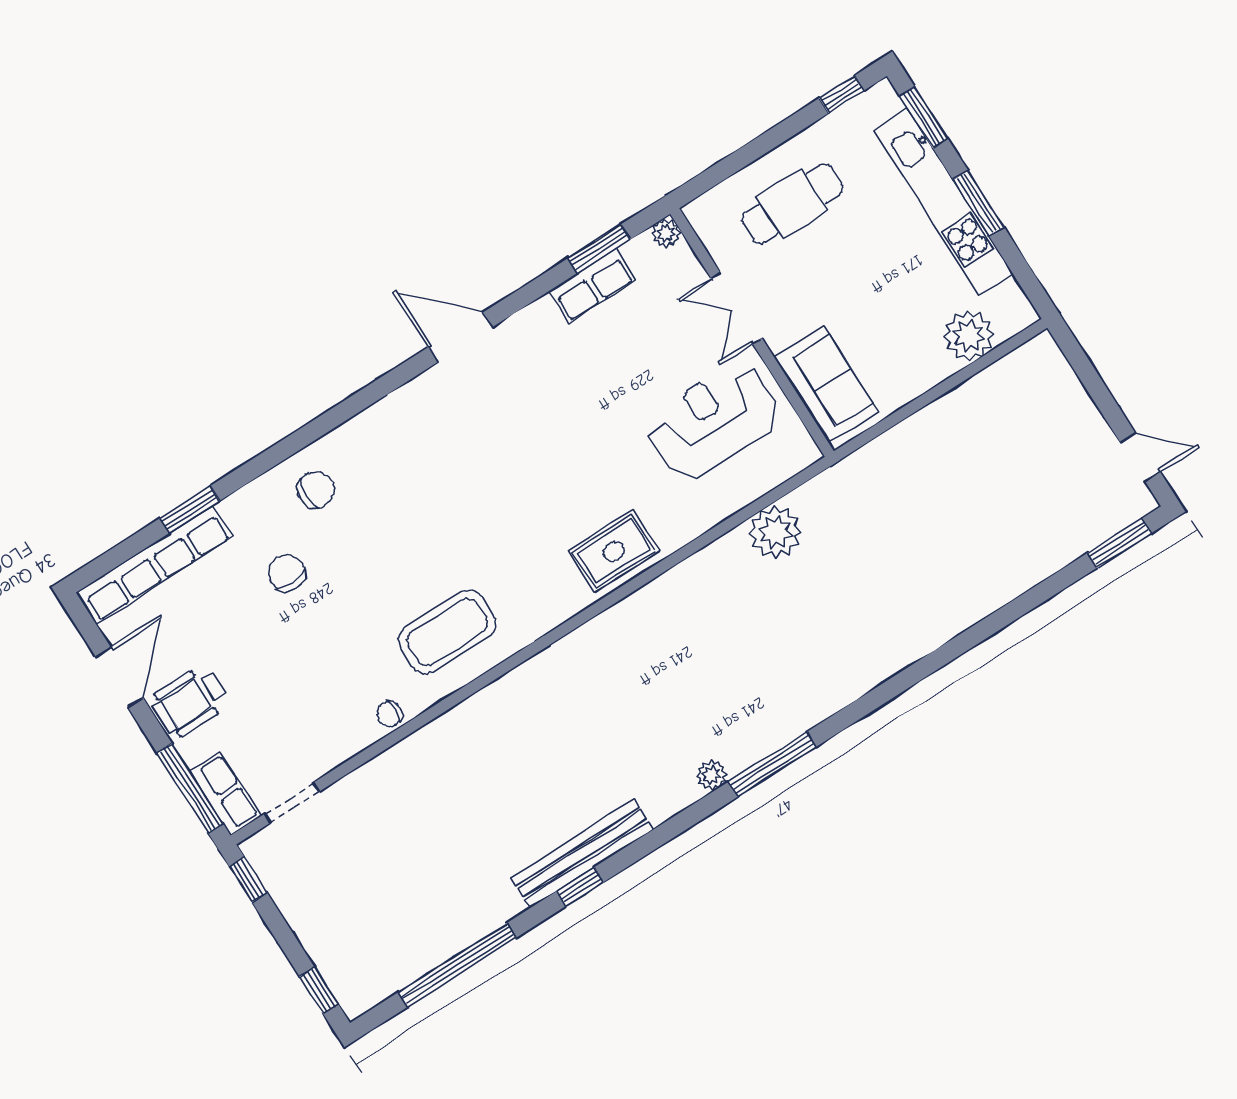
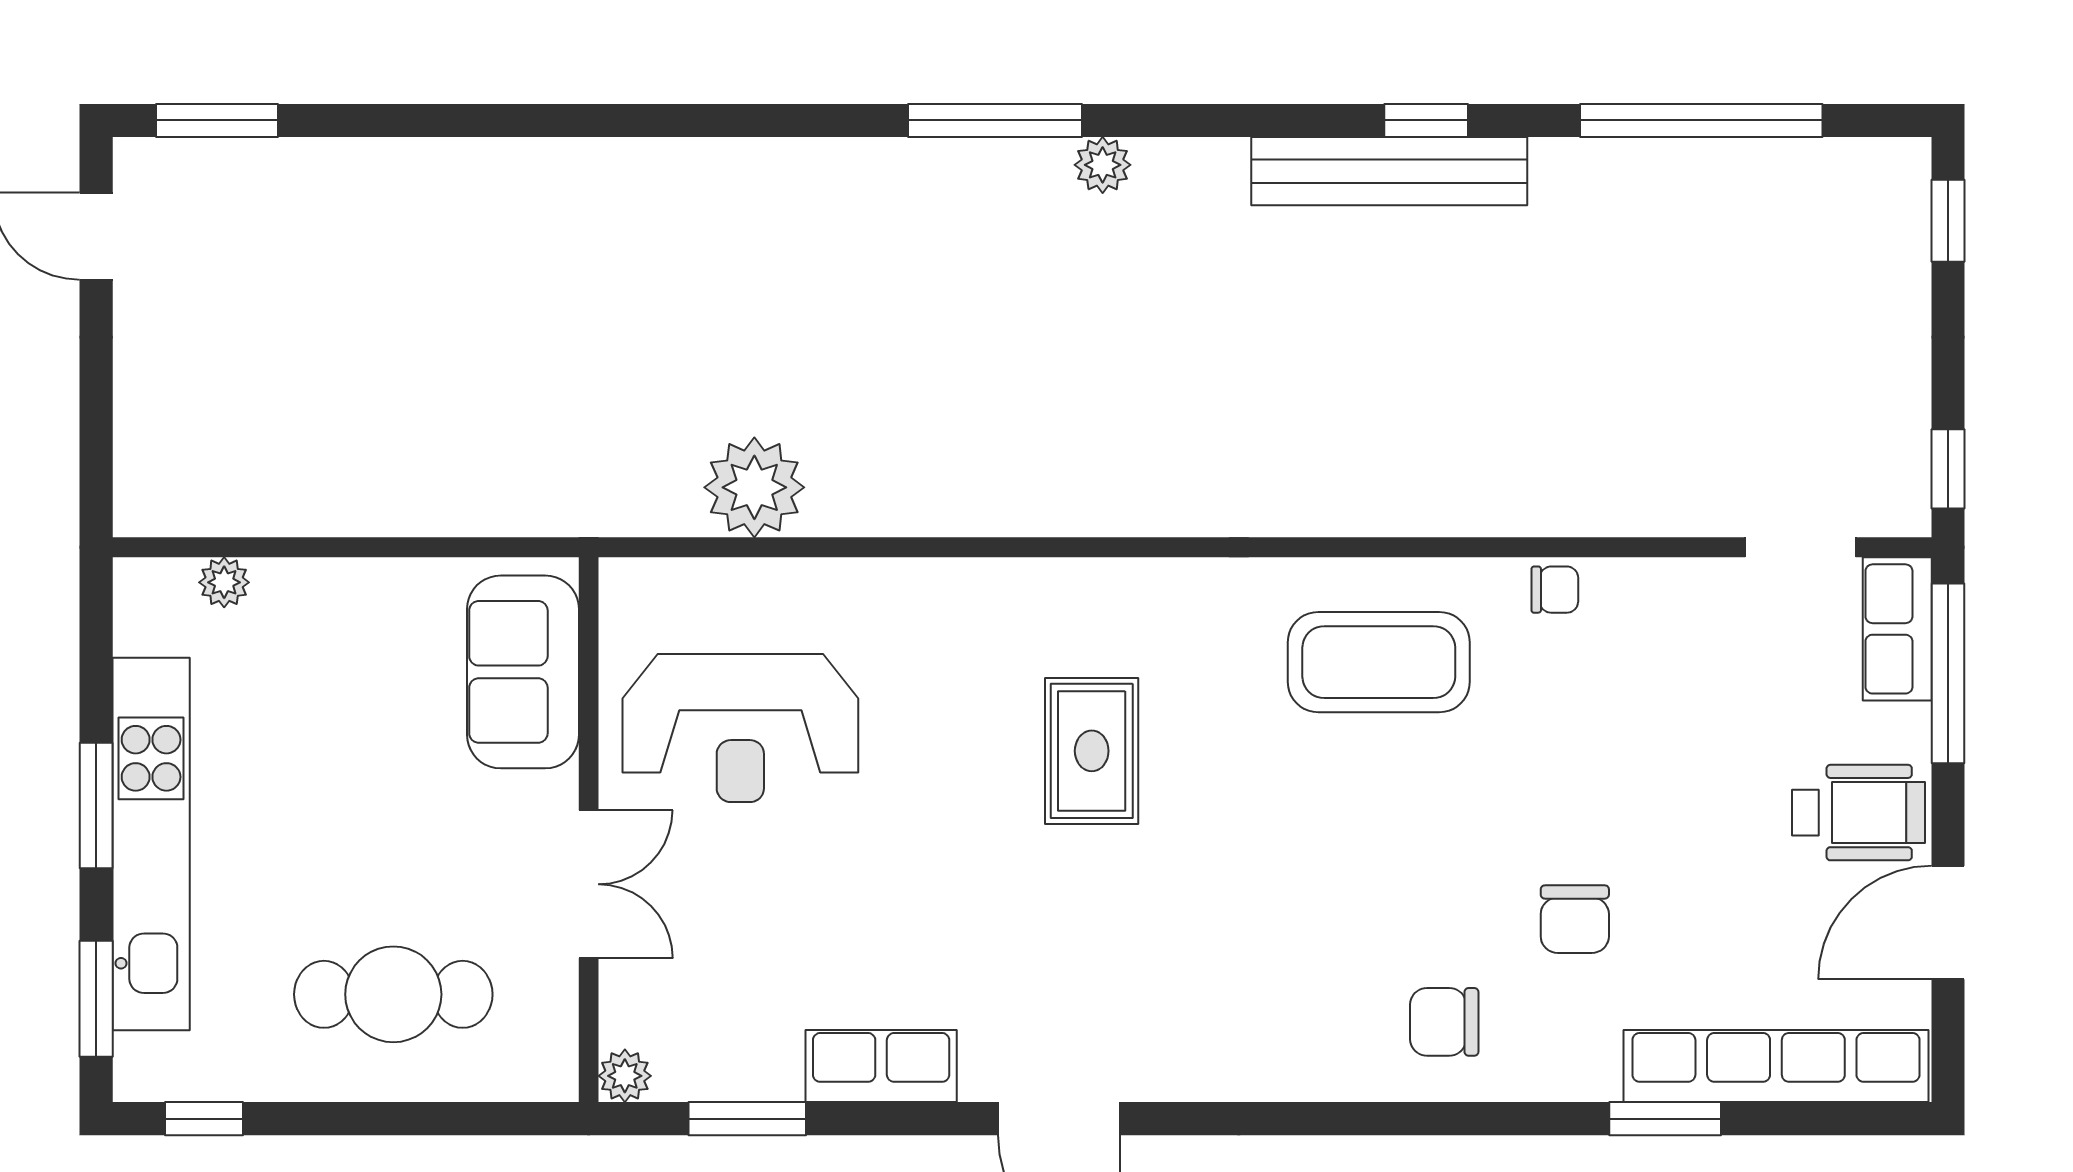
row of seats: (592, 286) -> (881, 1066), moved
plant: (969, 336) -> (224, 582), width x0.53, depth x0.53
rug: (614, 551) -> (1092, 751), moved, turned 90

